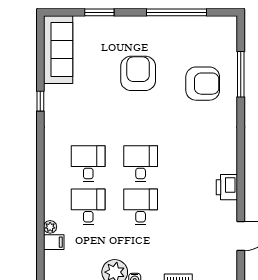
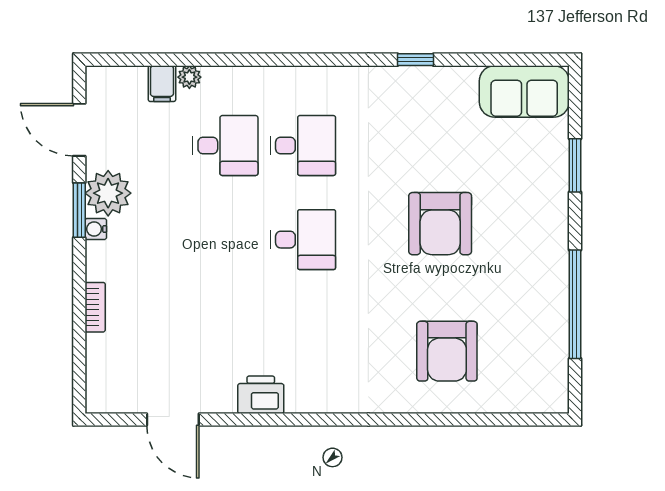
sofa: (58, 50) -> (524, 91), width x0.73
armchair: (138, 73) -> (440, 224), moved, turned 90
window: (241, 74) -> (464, 420), removed
desk: (141, 207) -> (225, 240), removed

